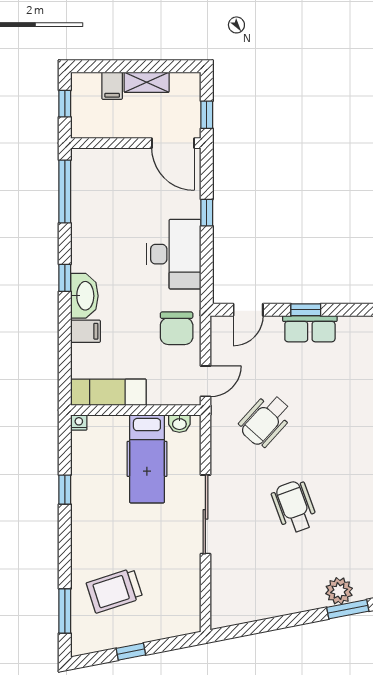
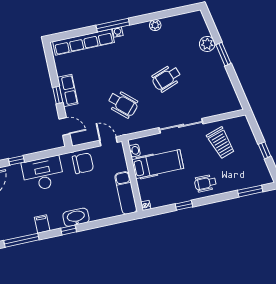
filing cabinet: (86, 331) -> (42, 224), moved
wheelchair: (95, 536) -> (205, 183), added
trolley: (114, 590) -> (221, 143), moved
window: (348, 609) -> (223, 54), moved

